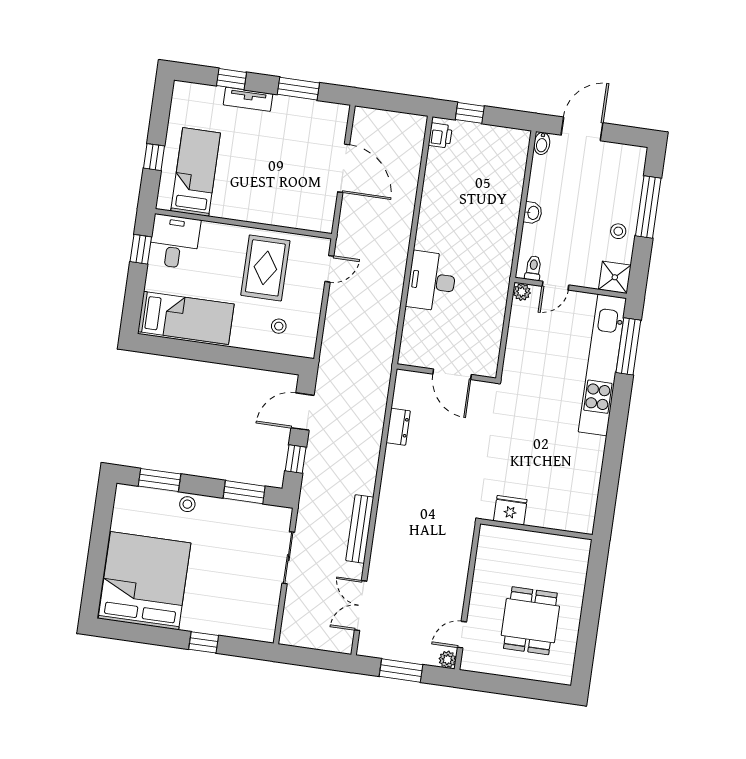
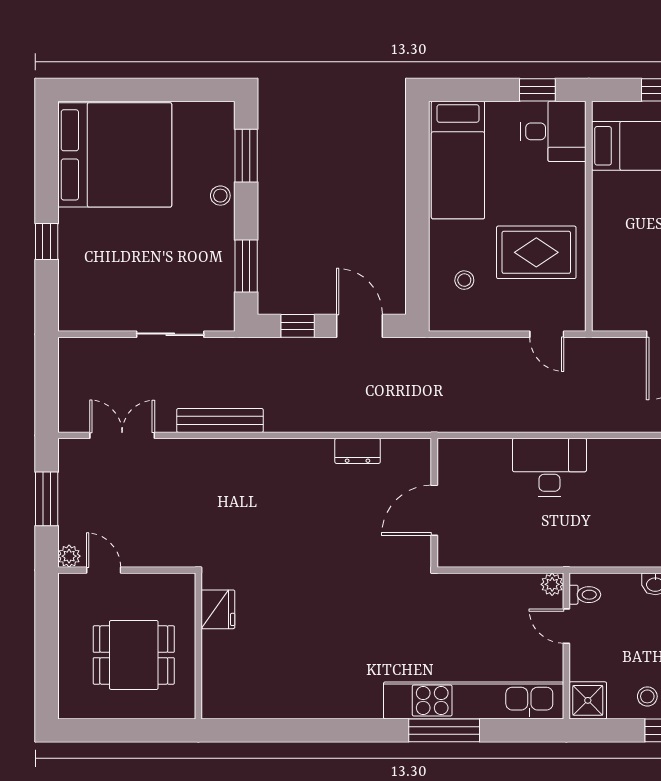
window: (628, 346) -> (444, 730), moved
fridge: (510, 510) -> (218, 609), moved
wall: (536, 529) -> (198, 646), moved

